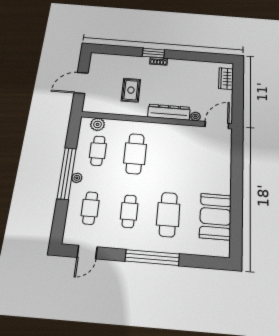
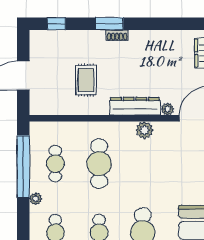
window: (112, 50) -> (56, 24), added
plant: (98, 124) -> (144, 130), moved
window: (67, 173) -> (23, 167), moved

